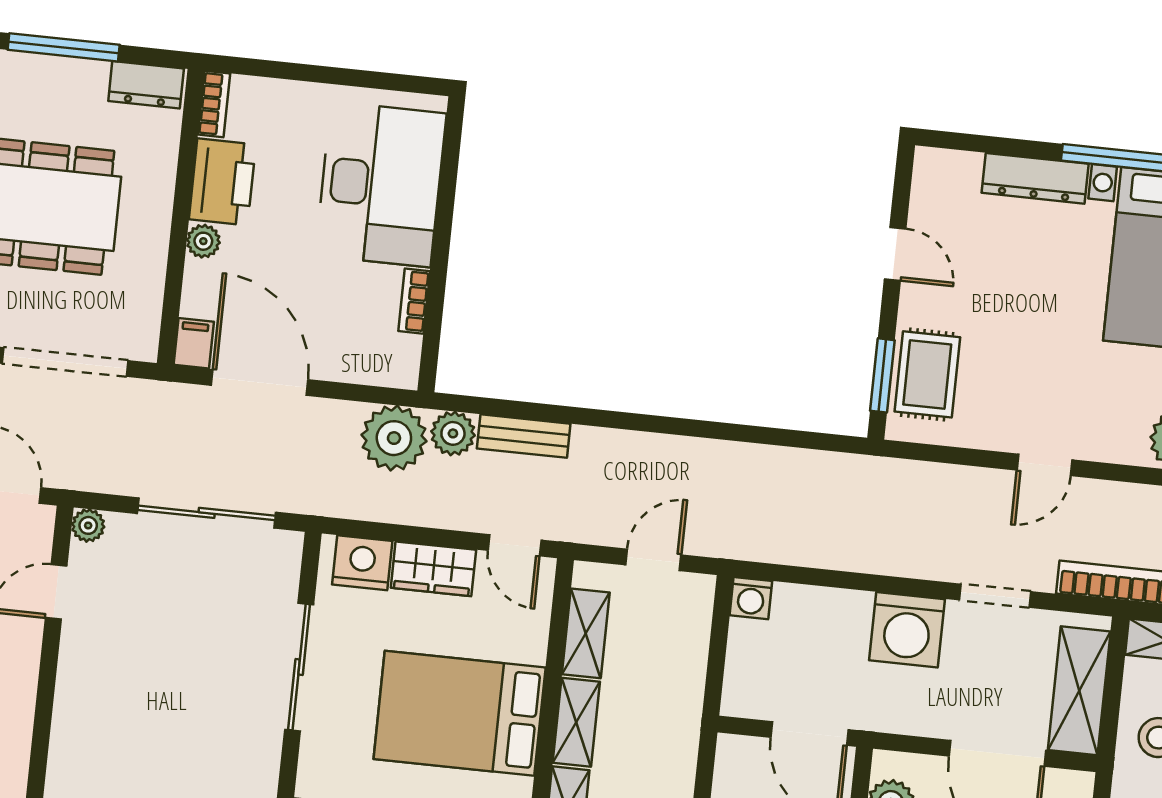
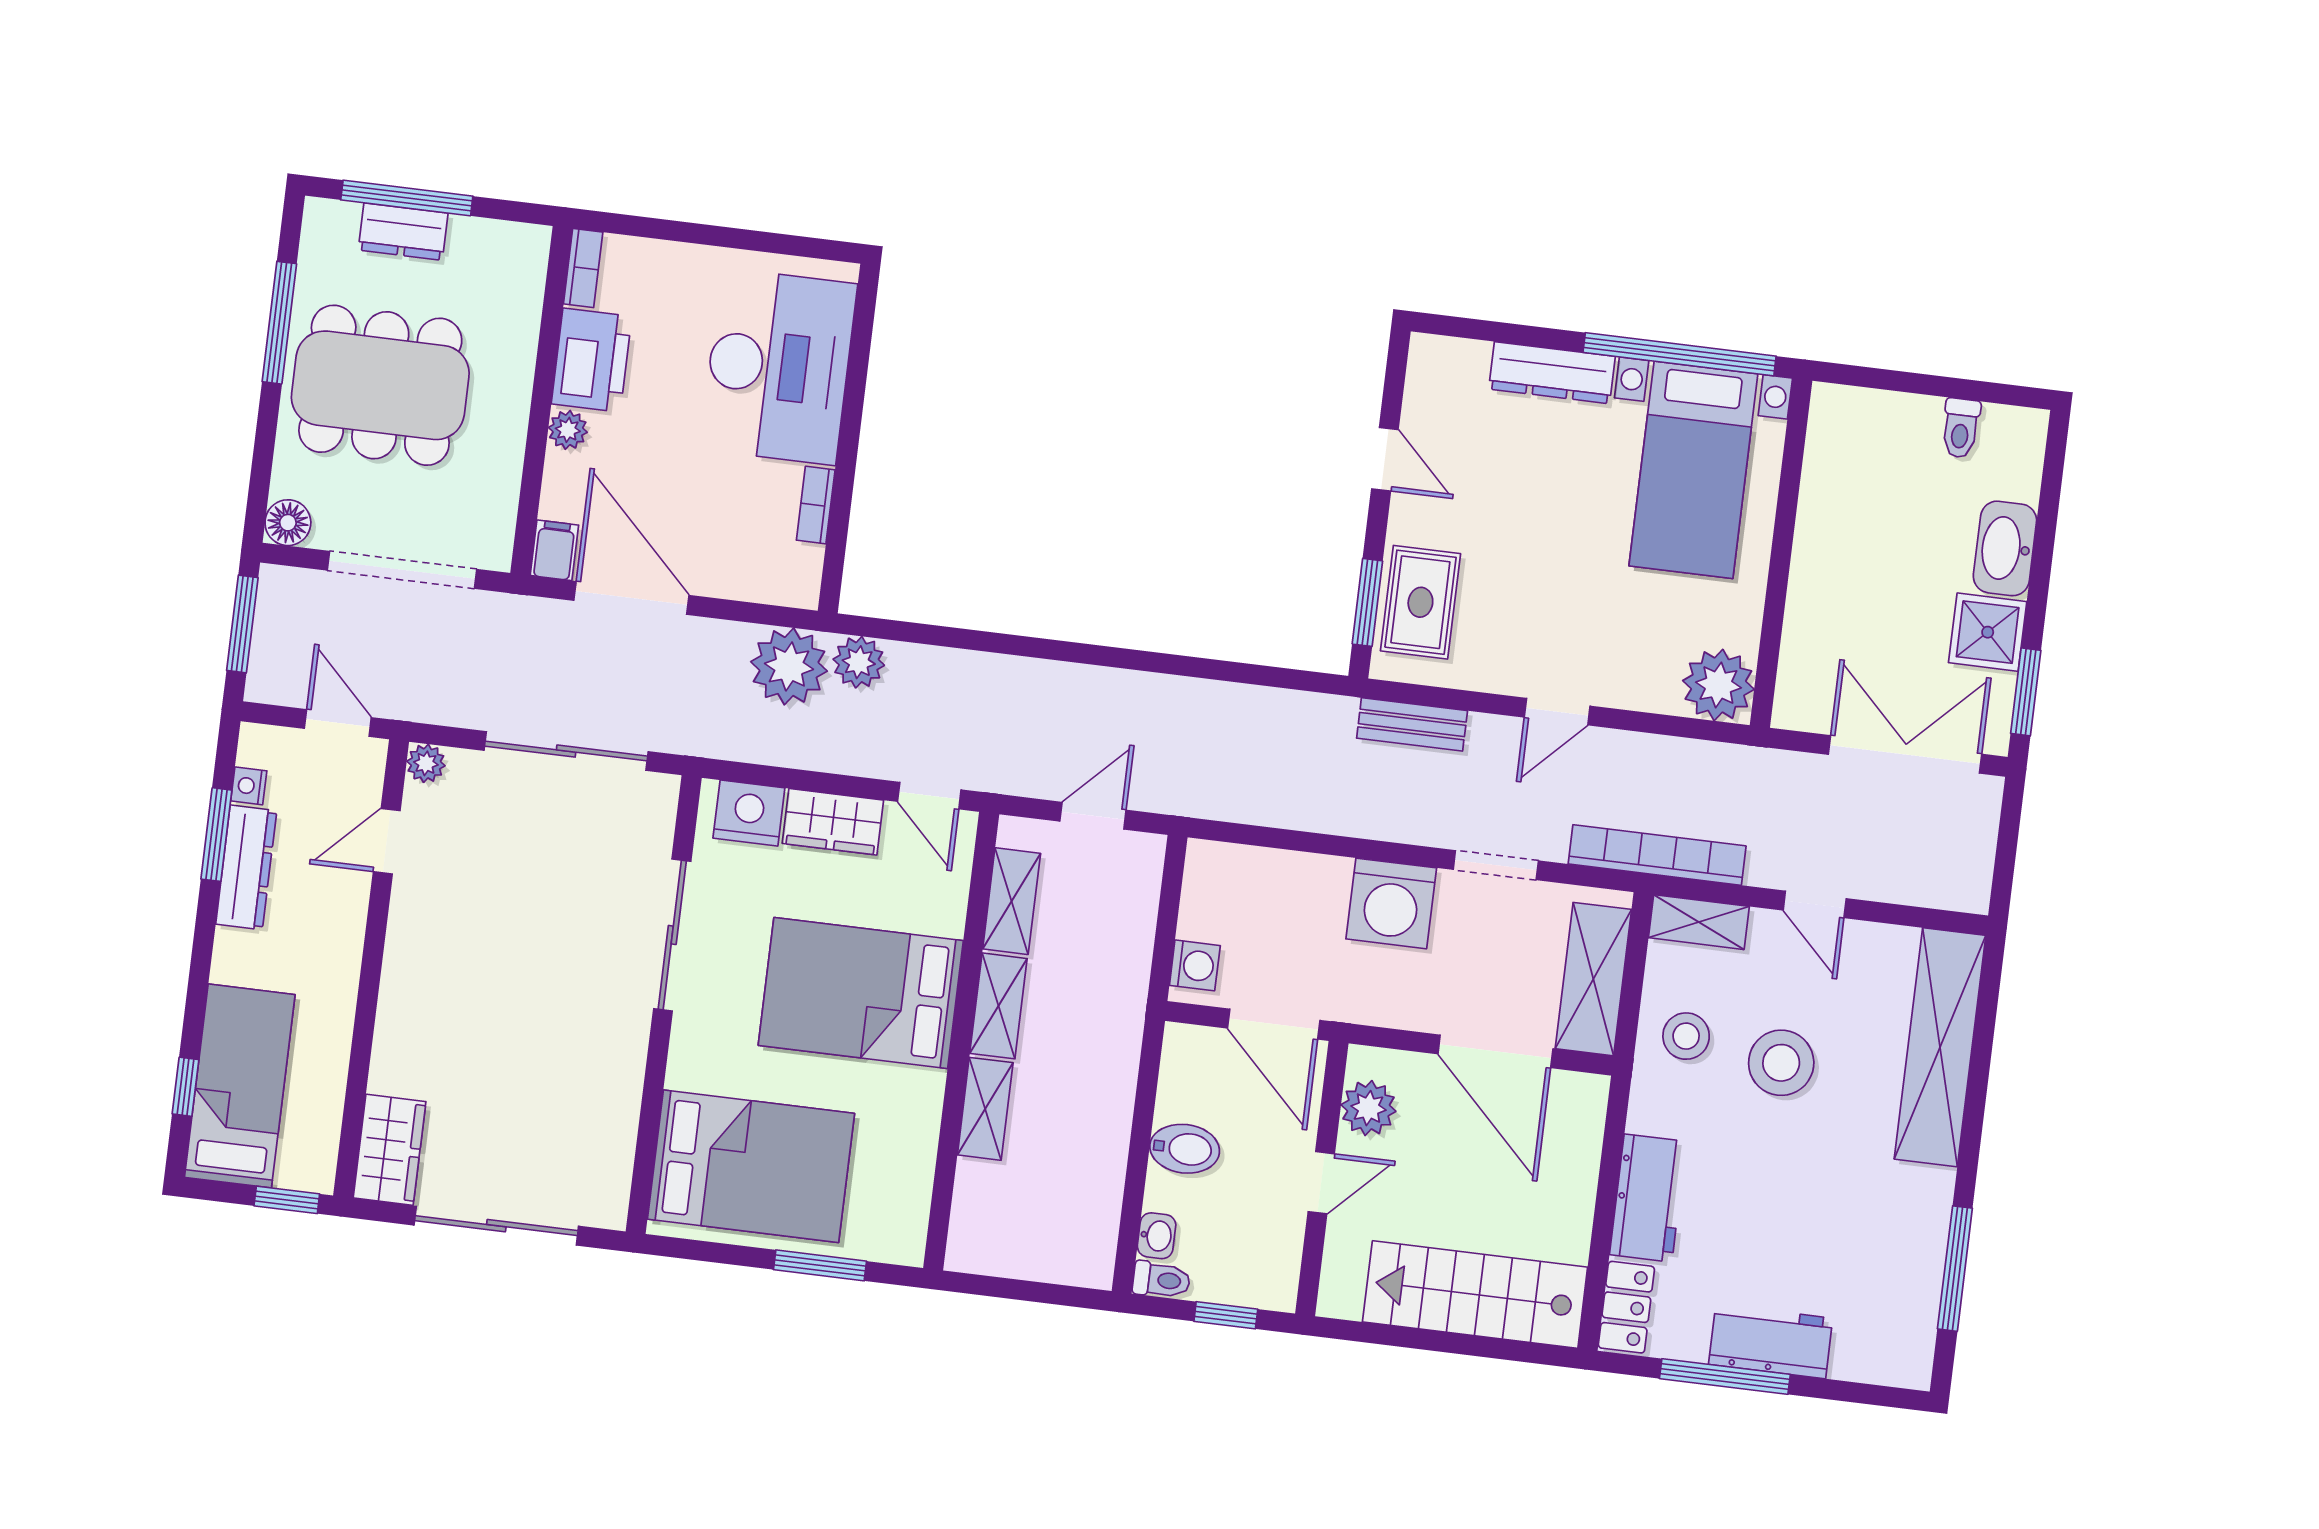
dresser: (146, 85) -> (403, 232), moved
bench: (524, 436) -> (1412, 724), moved
washing machine: (751, 598) -> (1195, 965), moved, turned -90

